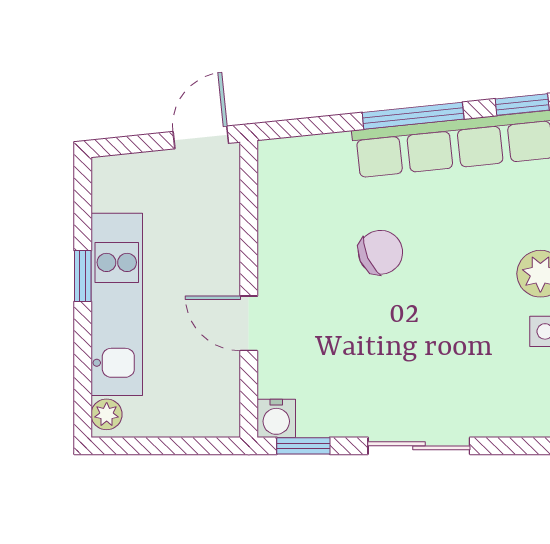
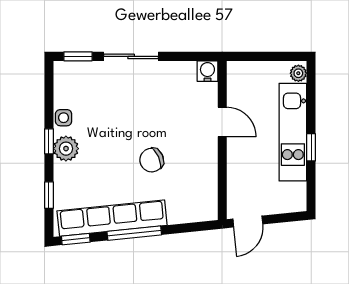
window: (303, 446) -> (78, 56), moved

